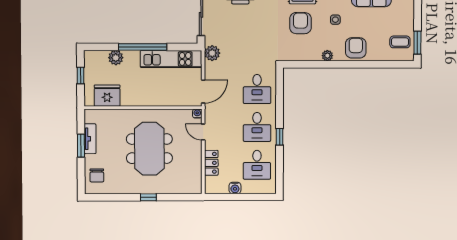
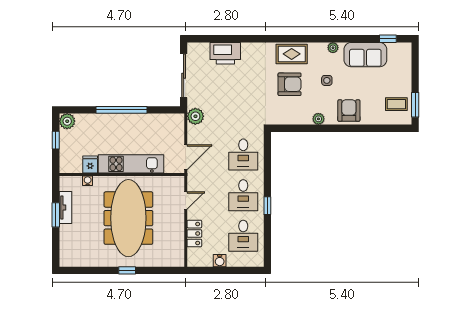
armchair: (300, 23) -> (290, 84), turned 90
plant: (116, 58) -> (67, 121), moved
kitchen unit: (171, 59) -> (131, 164), moved, turned 180
fridge: (107, 96) -> (90, 164), width x0.53, depth x0.75
water cooler: (197, 114) -> (88, 181), moved
door: (203, 132) -> (186, 201), swing flipped
meeting table: (149, 149) -> (128, 218), width x1.36
chair: (97, 175) -> (72, 247), removed

